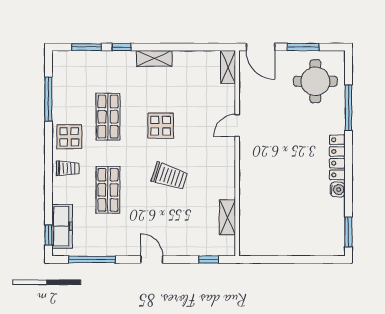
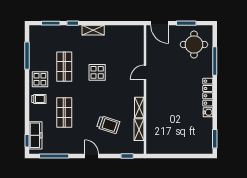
shelving: (228, 67) -> (139, 107), moved
trolley: (170, 176) -> (108, 125), moved

